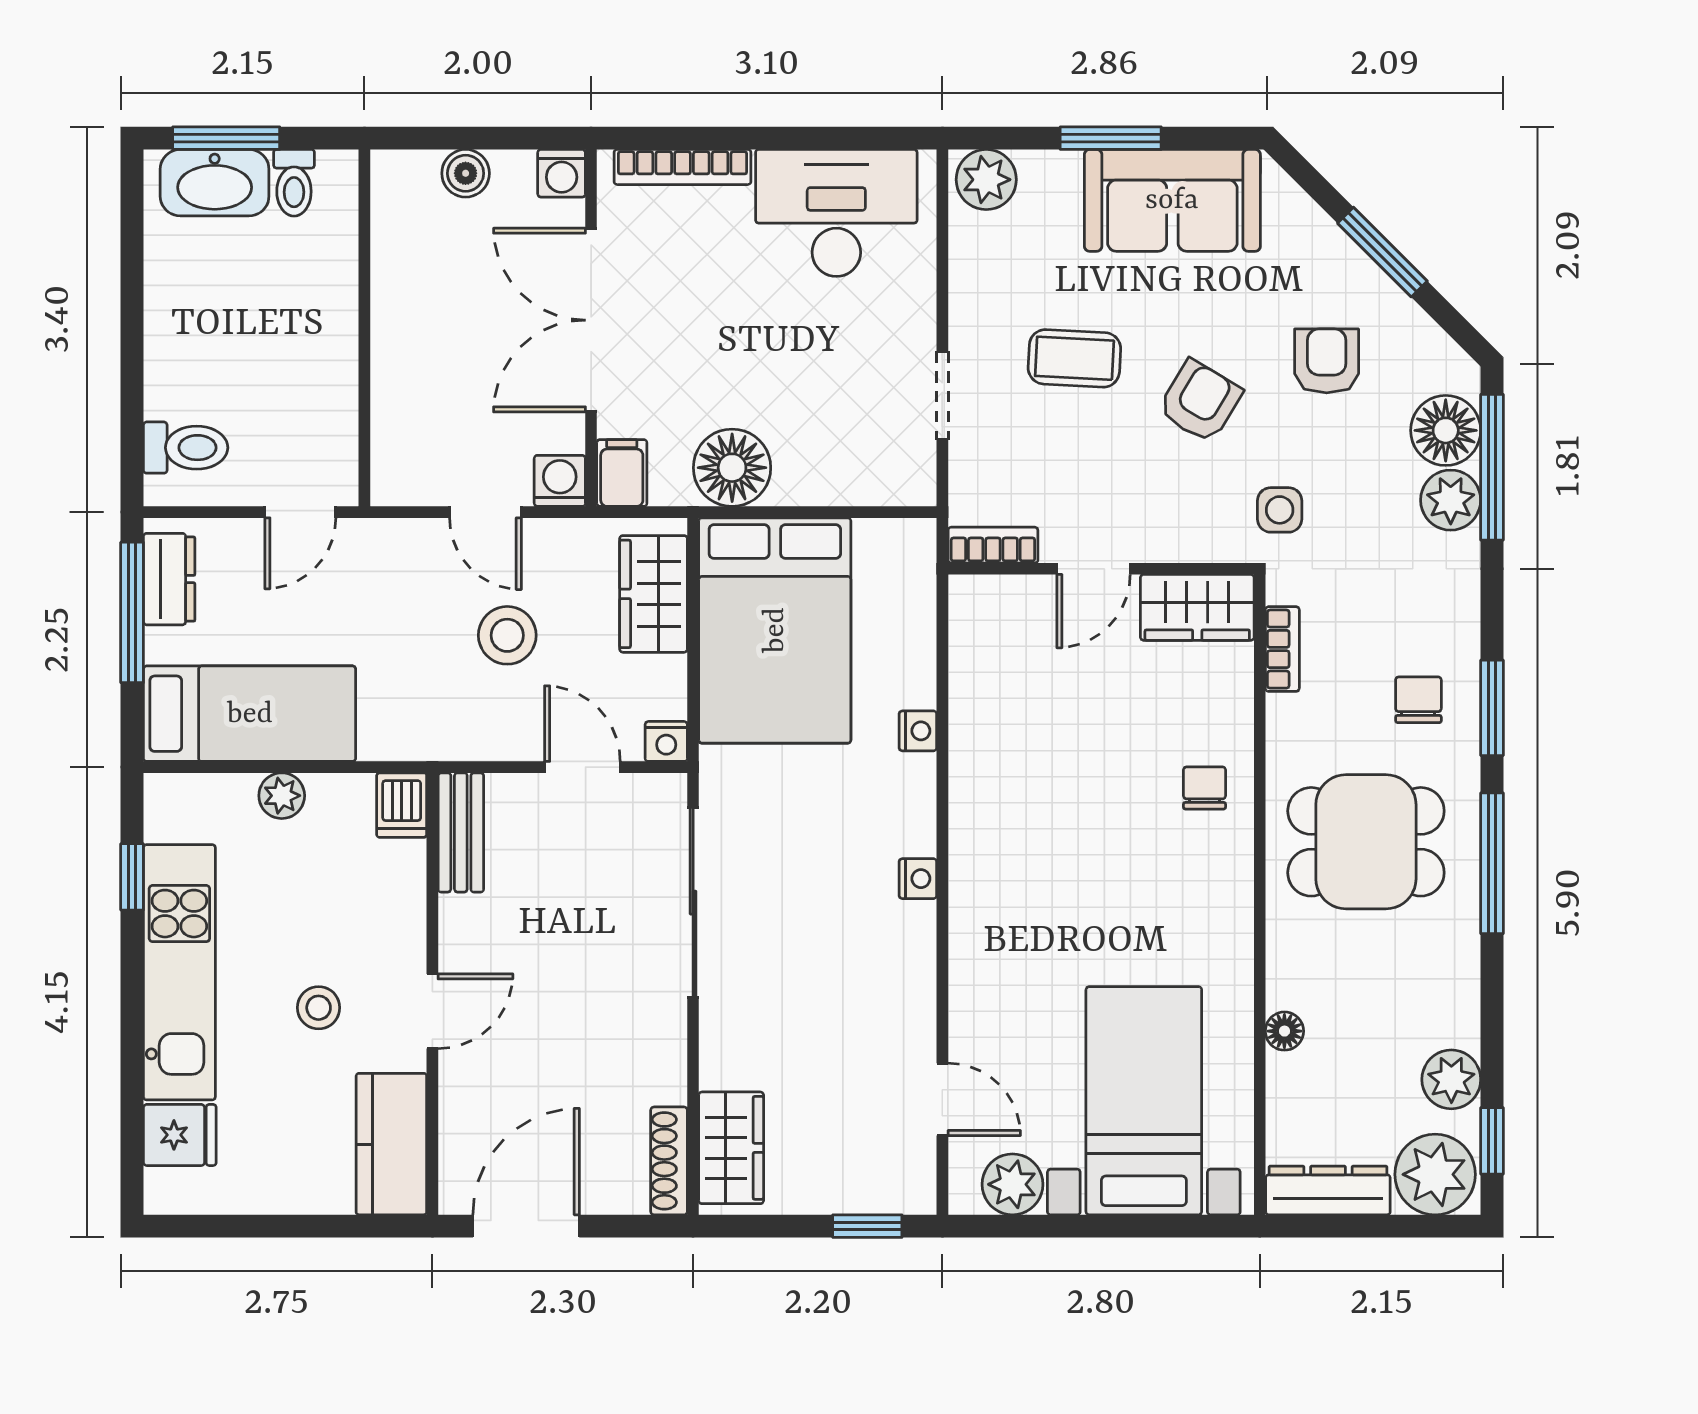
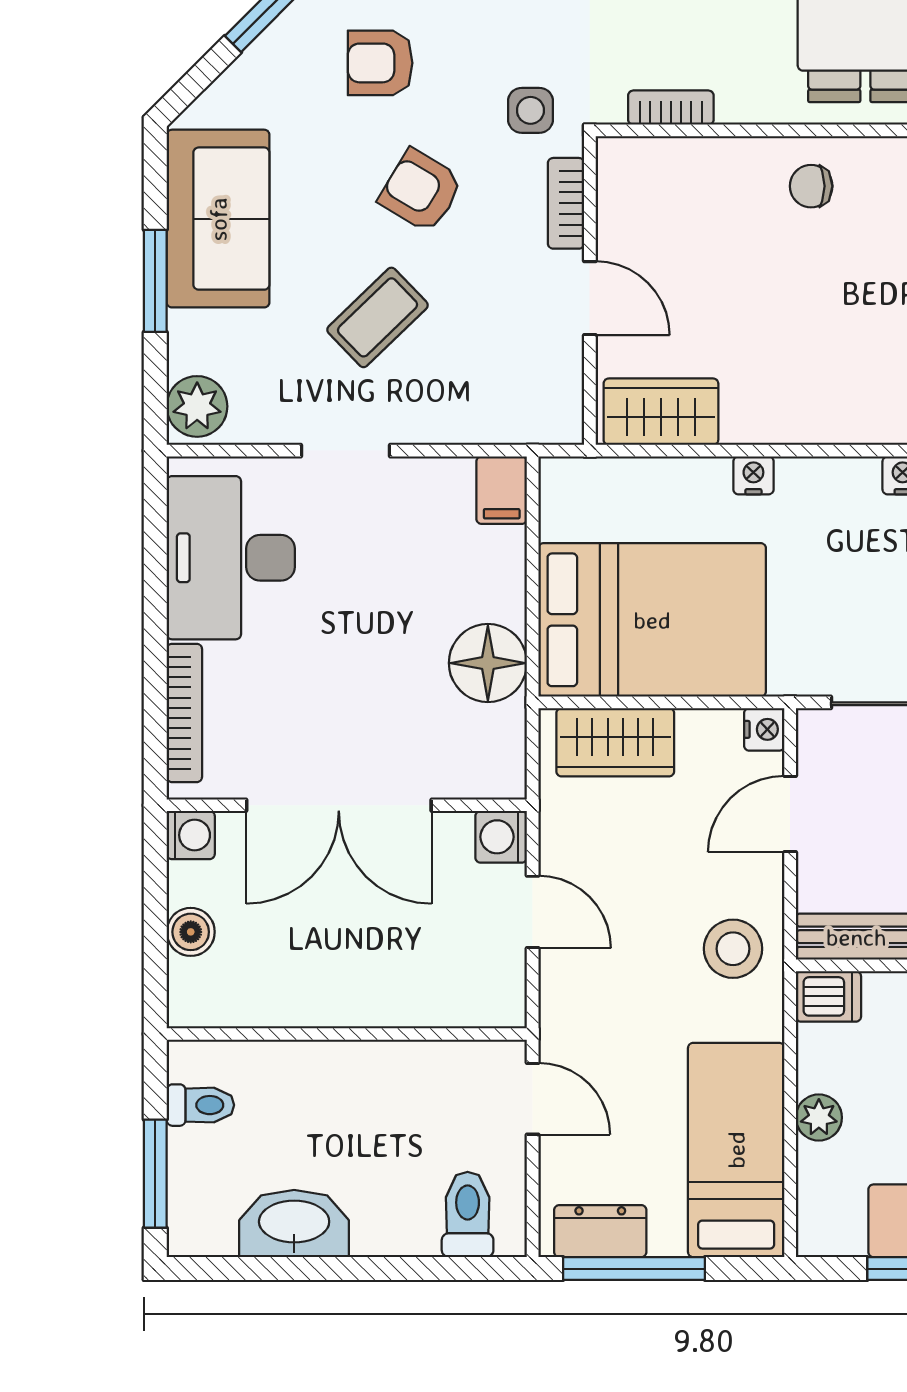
washbasin: (215, 183) -> (294, 1224), moved, turned -90
coffee table: (1074, 358) -> (377, 317), turned 43
doorway: (942, 396) -> (346, 451), moved
filing cabinet: (622, 473) -> (502, 490), moved, turned -90
door: (485, 512) -> (533, 912), hinge flipped
bookcase: (993, 545) -> (566, 203), moved
wardrobe: (1197, 607) -> (661, 412), moved, turned -90
stool: (507, 635) -> (733, 949), moved

